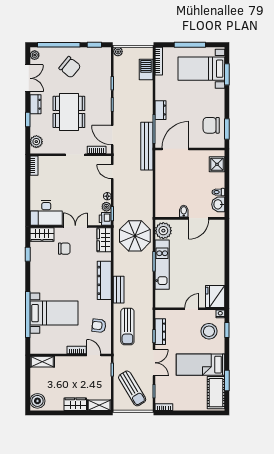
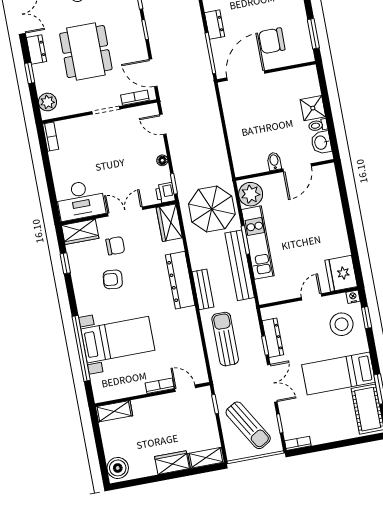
chair: (211, 125) -> (272, 41), moved
bench: (147, 146) -> (240, 265), moved
shower: (217, 164) -> (313, 108), moved
plant: (106, 207) -> (164, 175), removed
armchair: (99, 326) -> (113, 279), moved
sun lounger: (127, 327) -> (225, 339), turned 180

